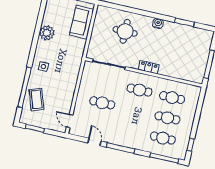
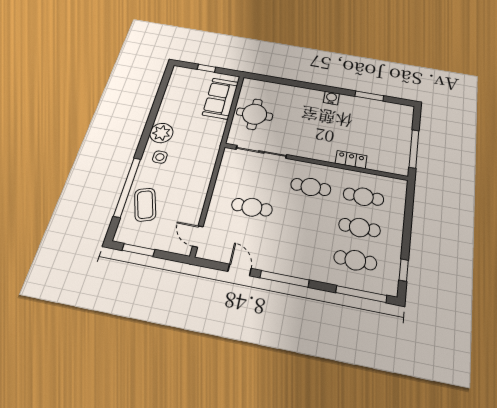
round table: (125, 31) -> (255, 114), moved
plant: (47, 33) -> (161, 133), moved
locker: (149, 67) -> (351, 160), moved

